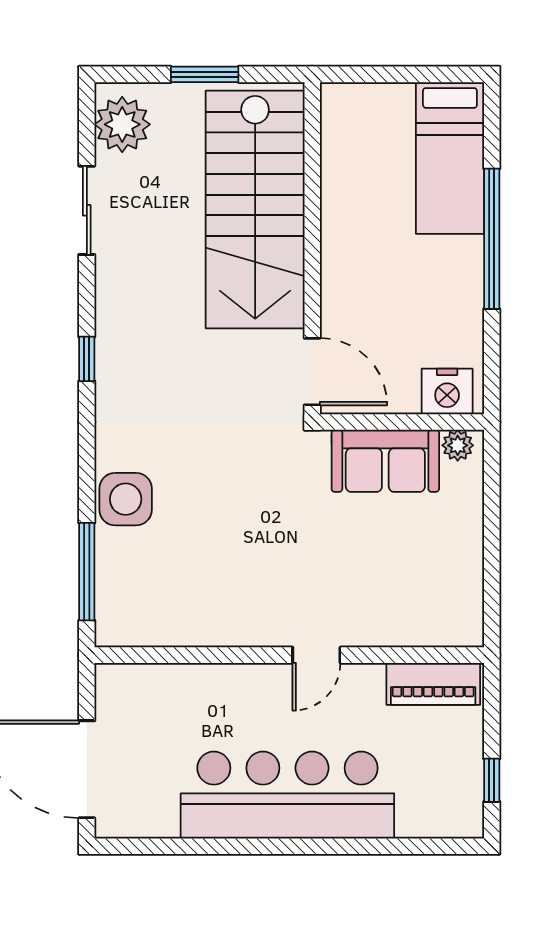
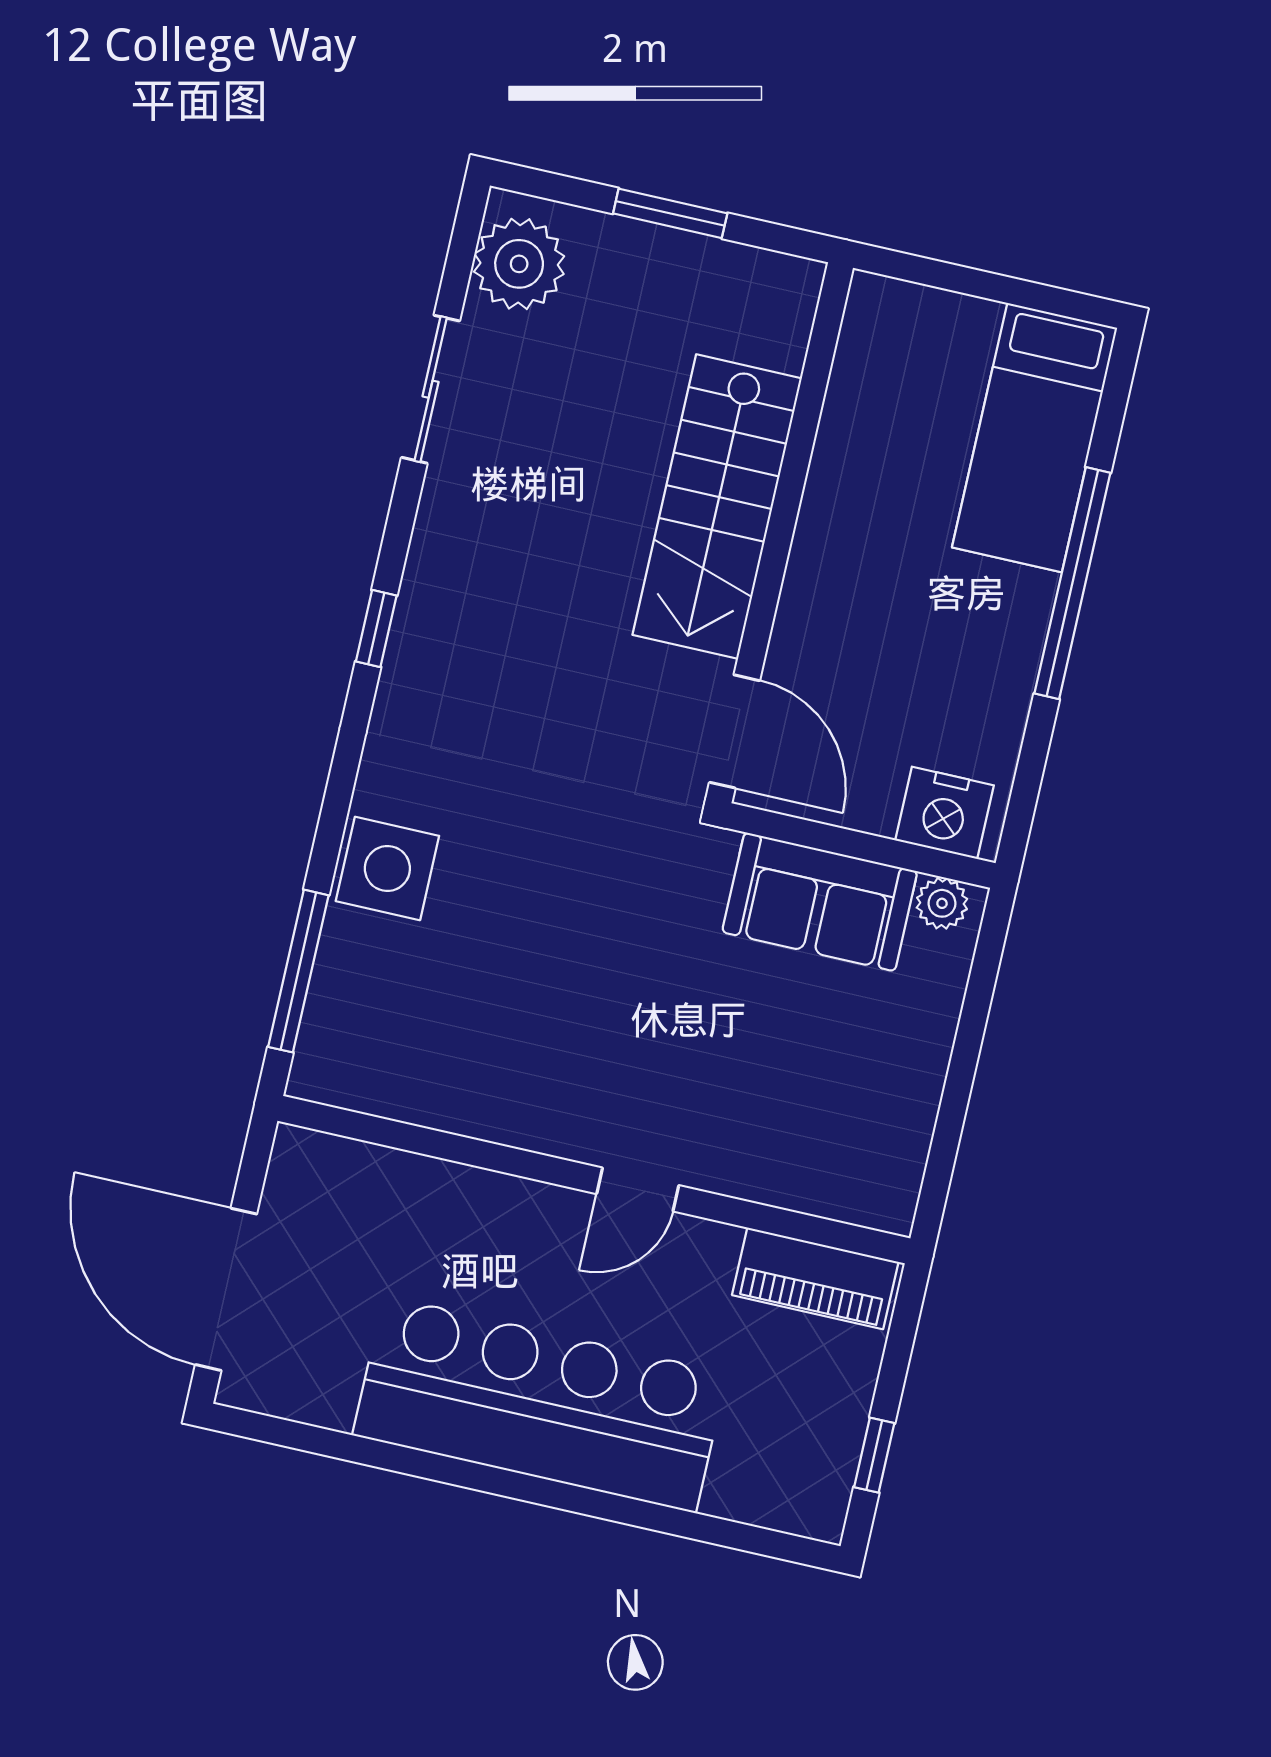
stairs: (255, 210) -> (717, 507), width x0.73, depth x0.66

